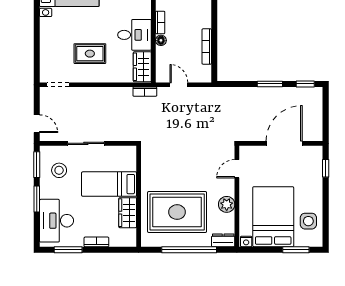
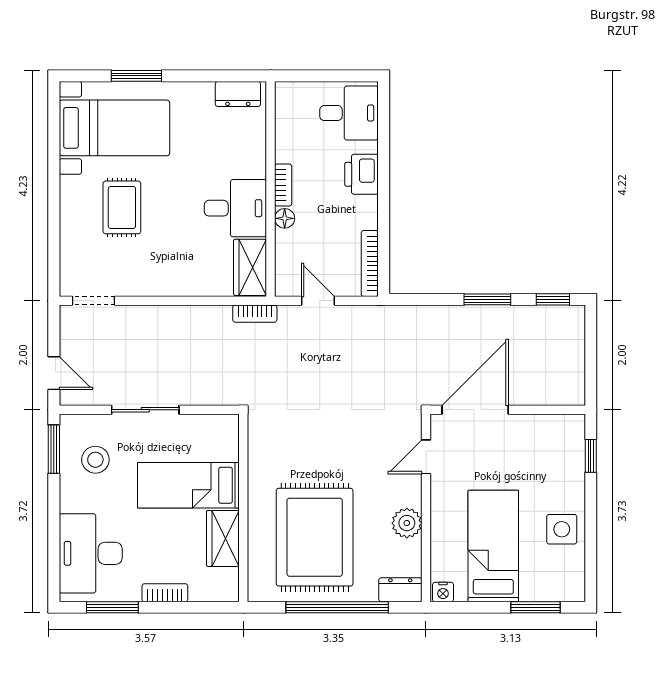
printer: (202, 17) -> (362, 174), added
bookcase: (207, 47) -> (370, 263), moved
rug: (90, 54) -> (122, 207), moved, turned 90
door: (284, 143) -> (475, 410), moved
window: (37, 199) -> (54, 513), removed
rug: (177, 212) -> (315, 537), turned 90
bed: (273, 217) -> (493, 546), width x0.67
side table: (308, 221) -> (562, 529), moved

